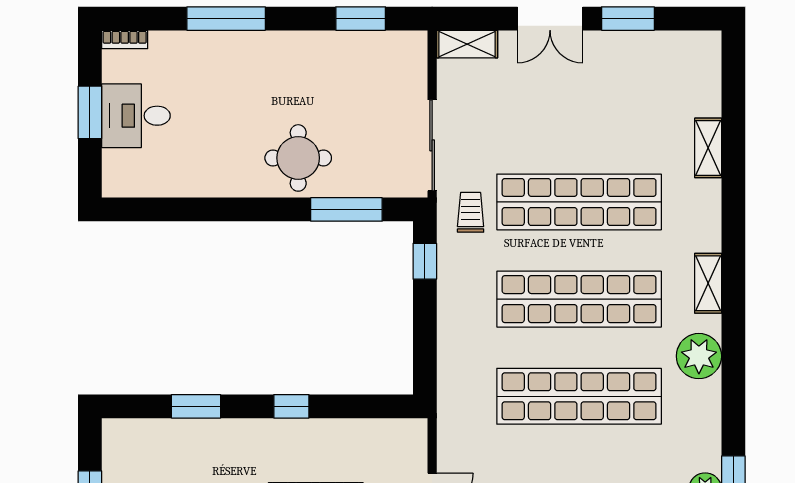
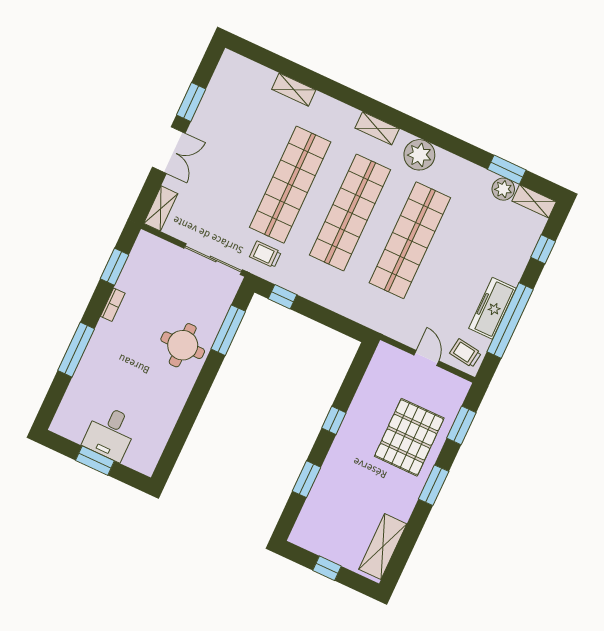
bookcase: (125, 39) -> (113, 305), moved

